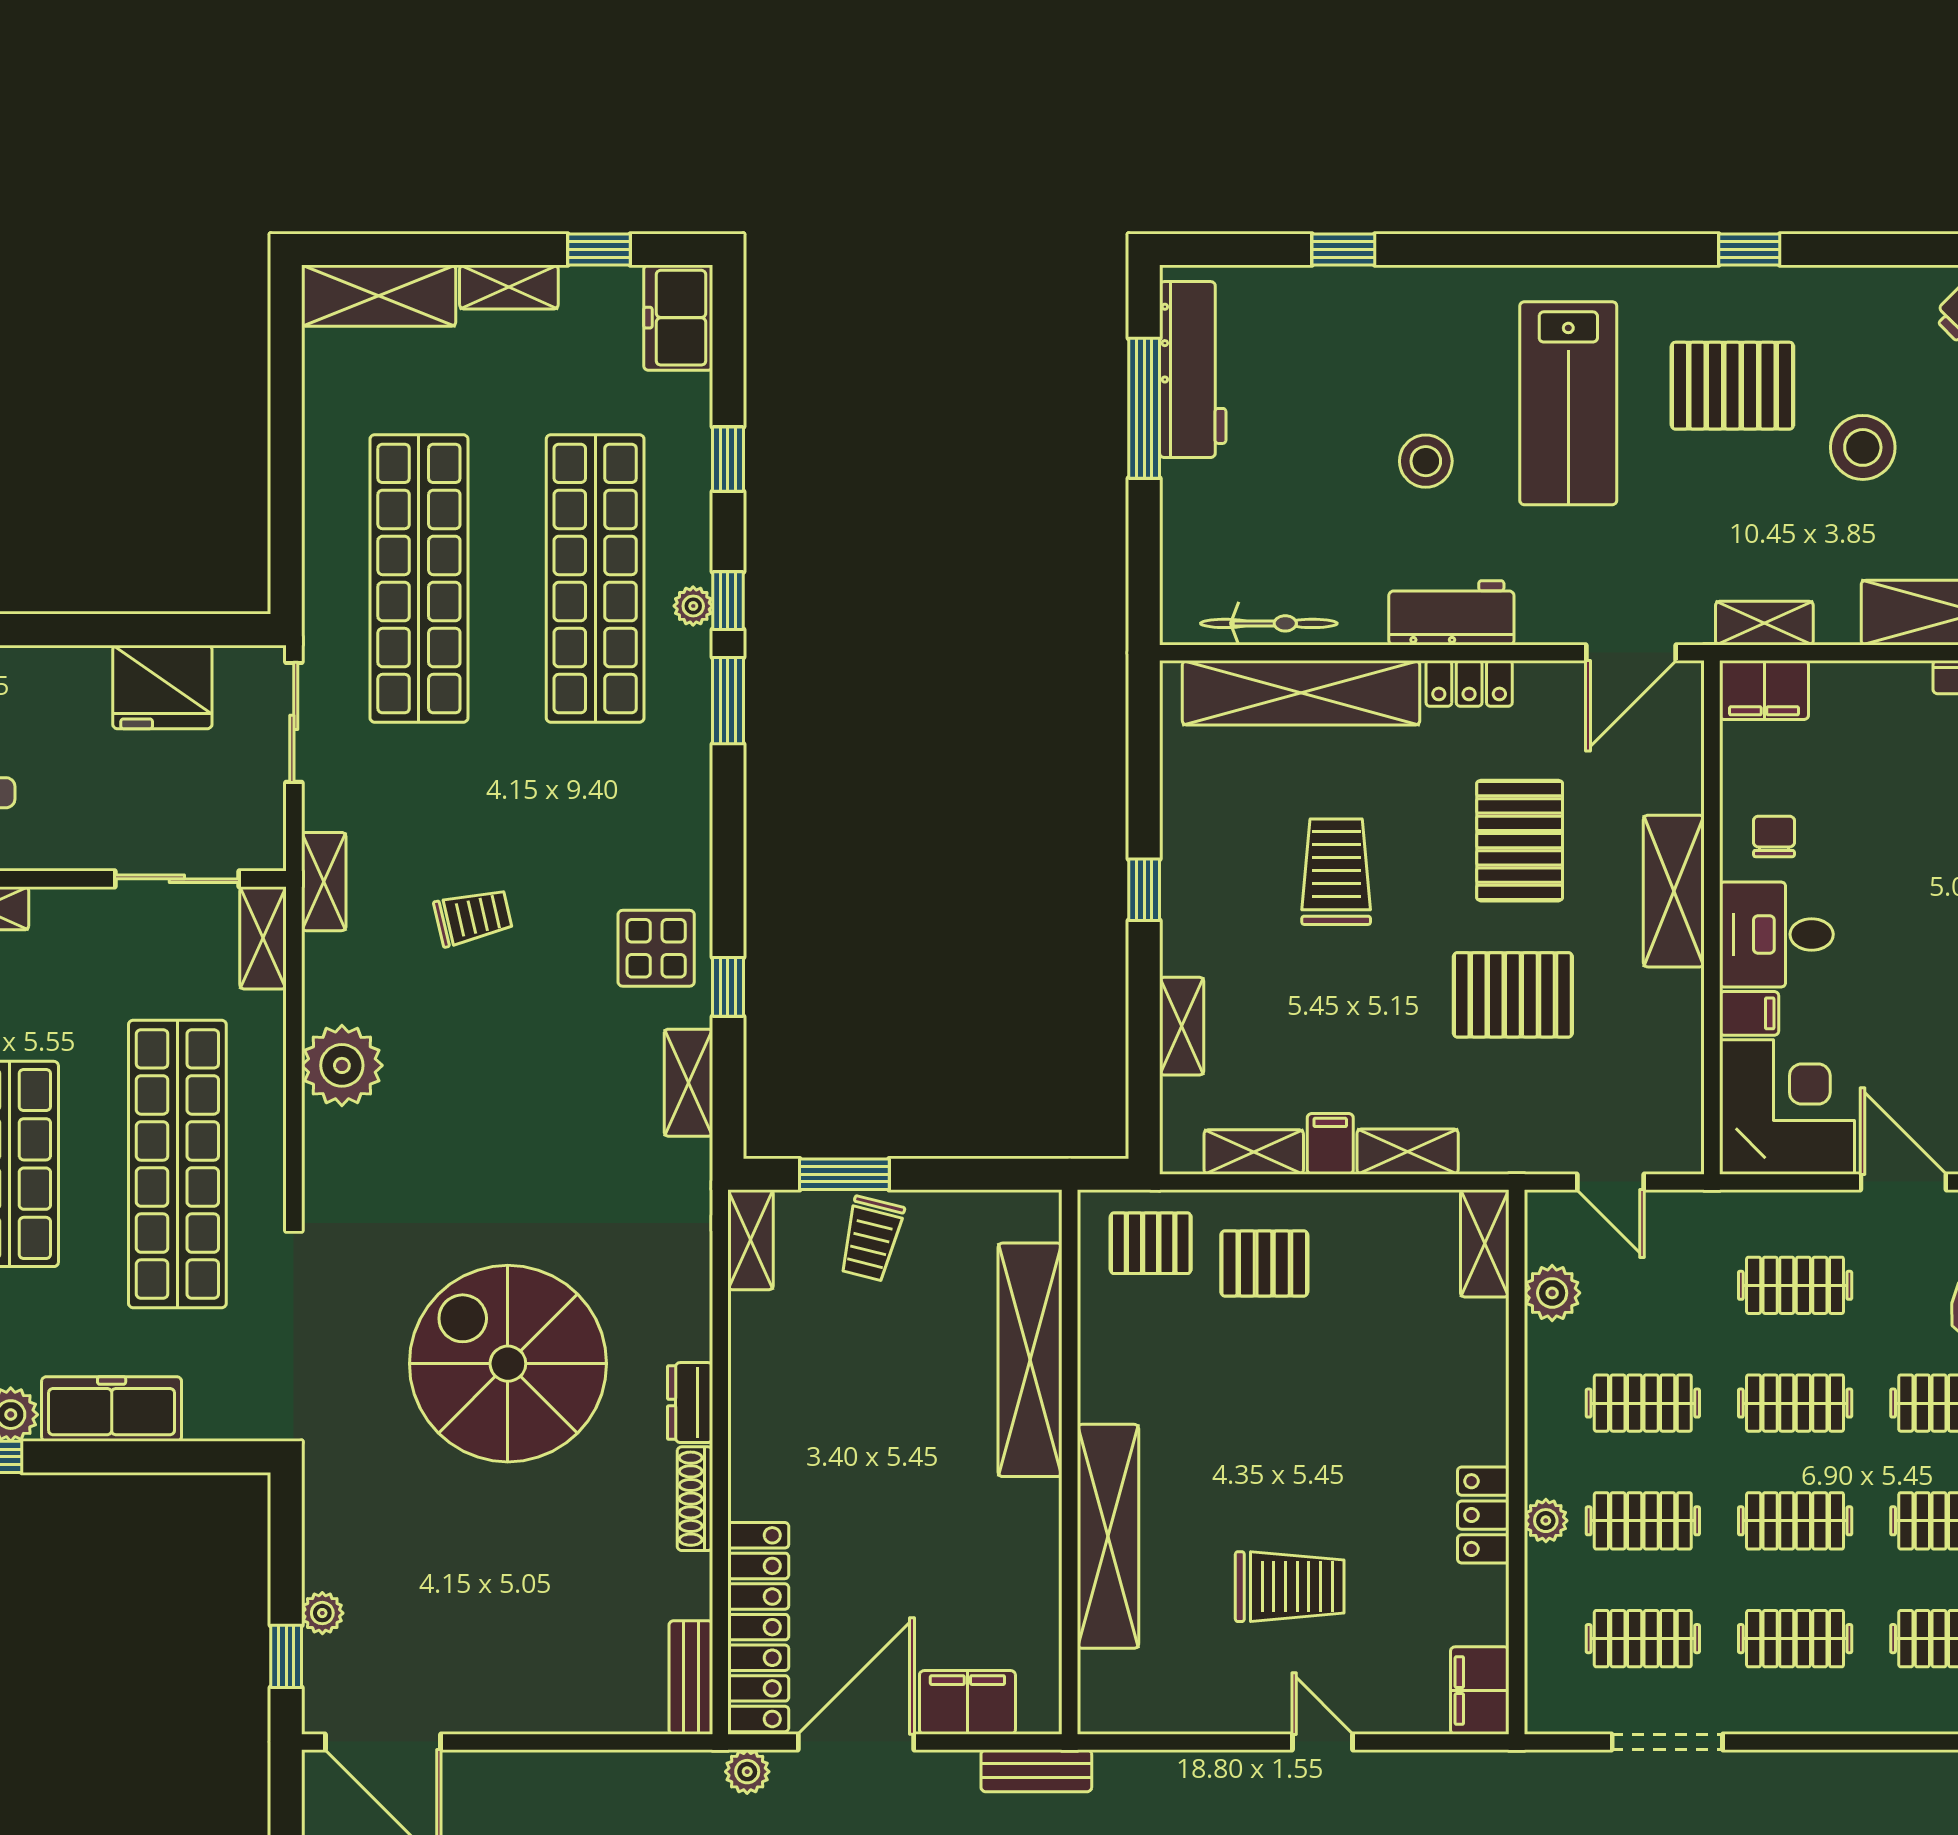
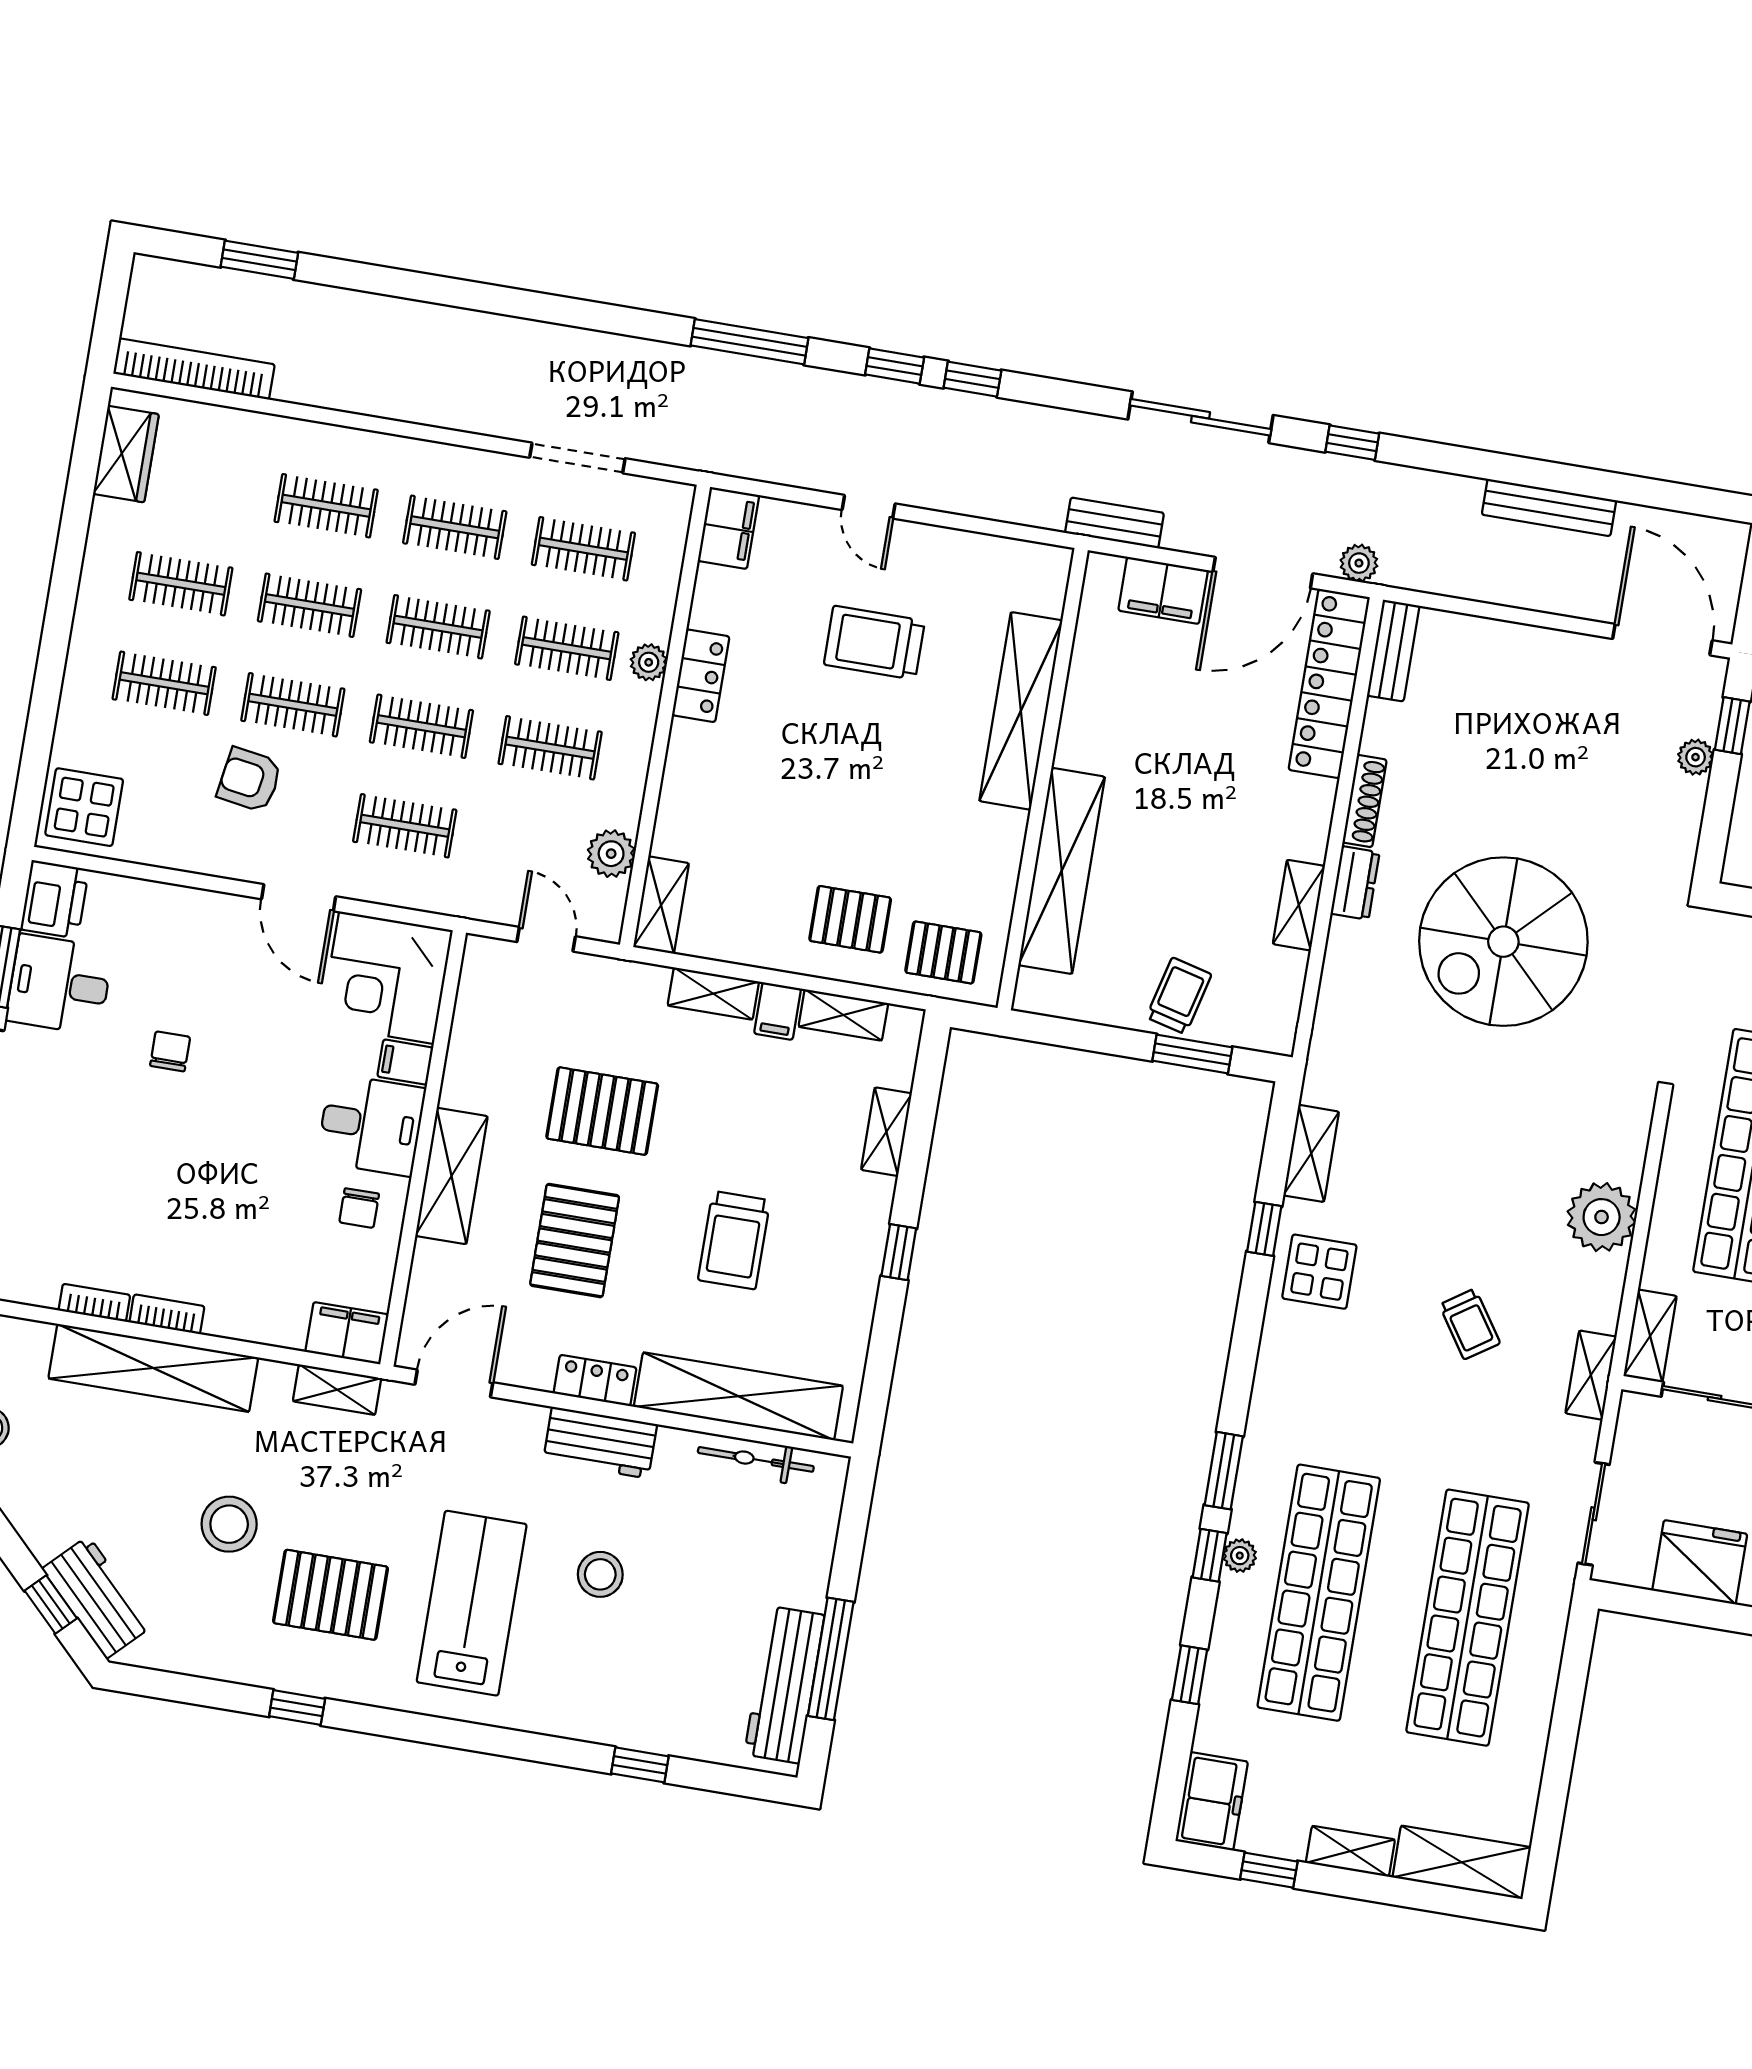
trolley: (473, 917) -> (1470, 1324), turned -111
shelving: (751, 1240) -> (1299, 905), moved
spiral stairs: (508, 1364) -> (1503, 942), turned 90

